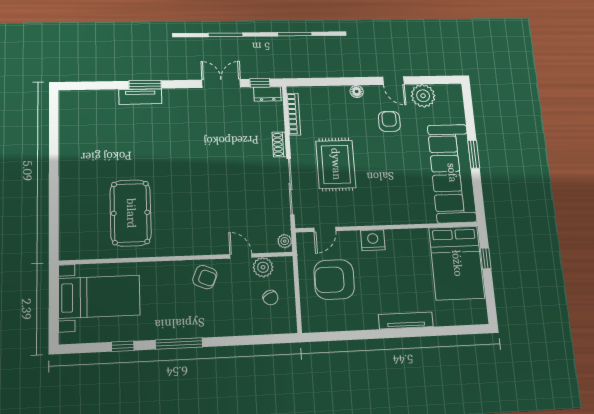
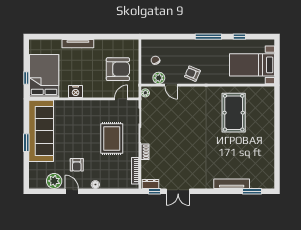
window: (145, 85) -> (252, 191), moved
tv unit: (140, 97) -> (232, 184), width x1.41
nightstand: (373, 240) -> (76, 92), moved

